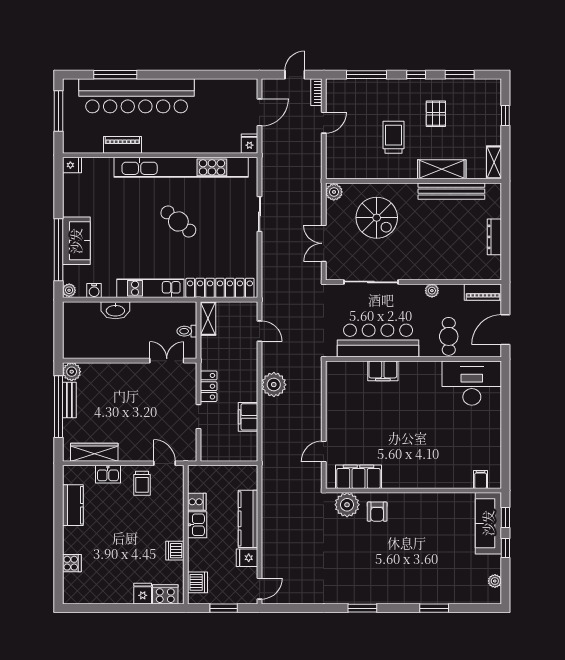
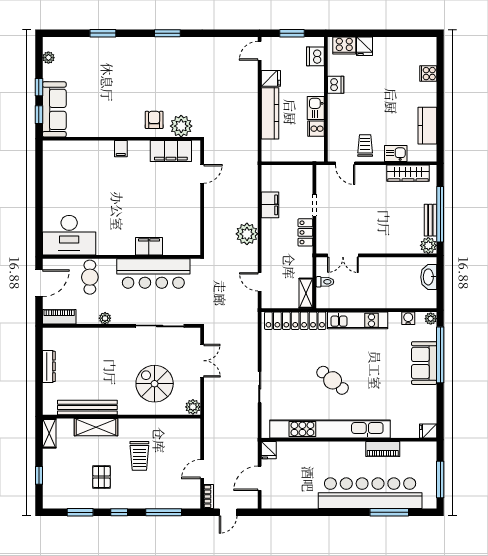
washbasin: (115, 310) -> (429, 277), moved, turned -90
filing cabinet: (481, 479) -> (121, 149), moved

